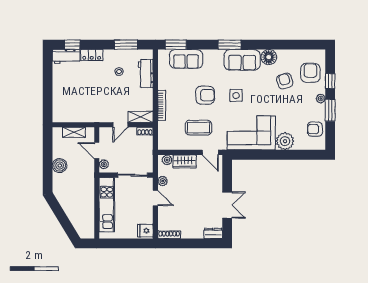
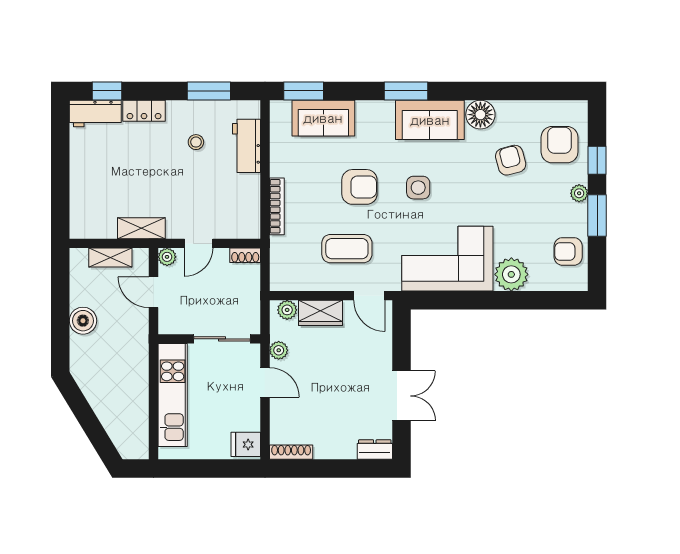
shelving: (141, 117) -> (141, 228), moved
plant: (104, 164) -> (167, 257), moved

